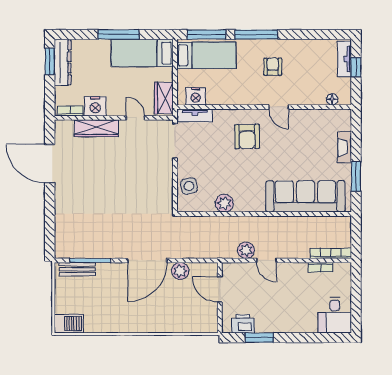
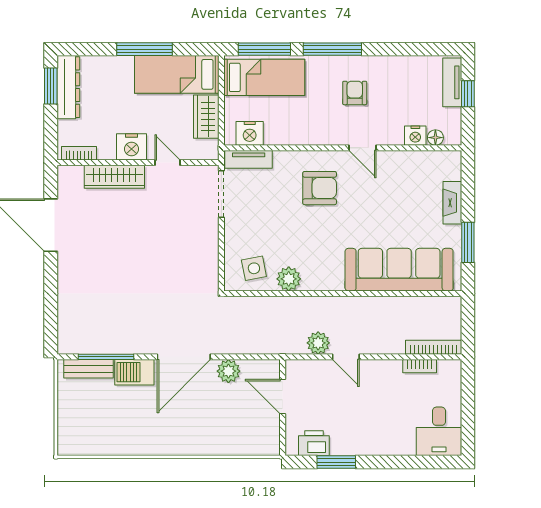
wardrobe: (164, 98) -> (206, 117), moved
nightstand: (317, 98) -> (415, 136), added
nightstand: (95, 106) -> (131, 147), moved
armchair: (247, 137) -> (320, 188), turned -89
side table: (189, 186) -> (254, 268), moved
barbecue: (69, 324) -> (134, 372), moved, turned 180

